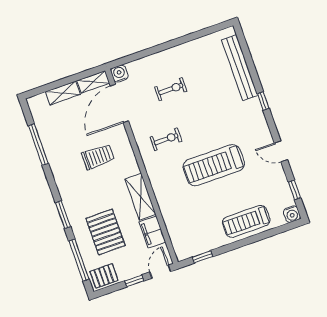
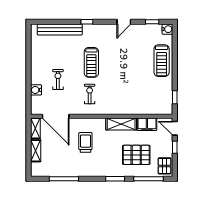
water cooler: (119, 74) -> (36, 90), moved
treadmill: (214, 165) -> (91, 62), moved, width x0.73, depth x0.73

